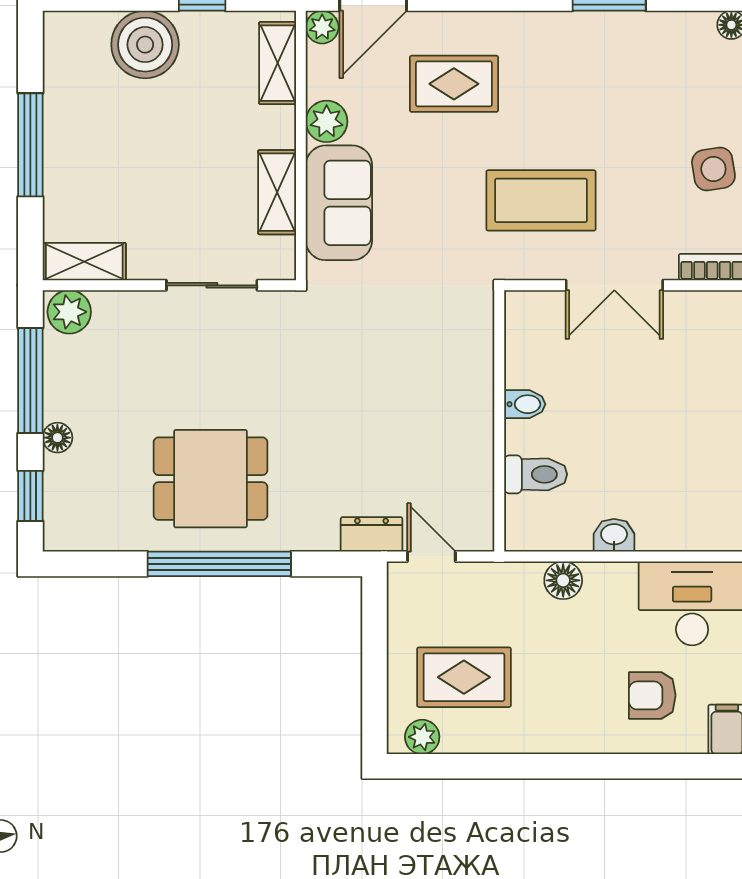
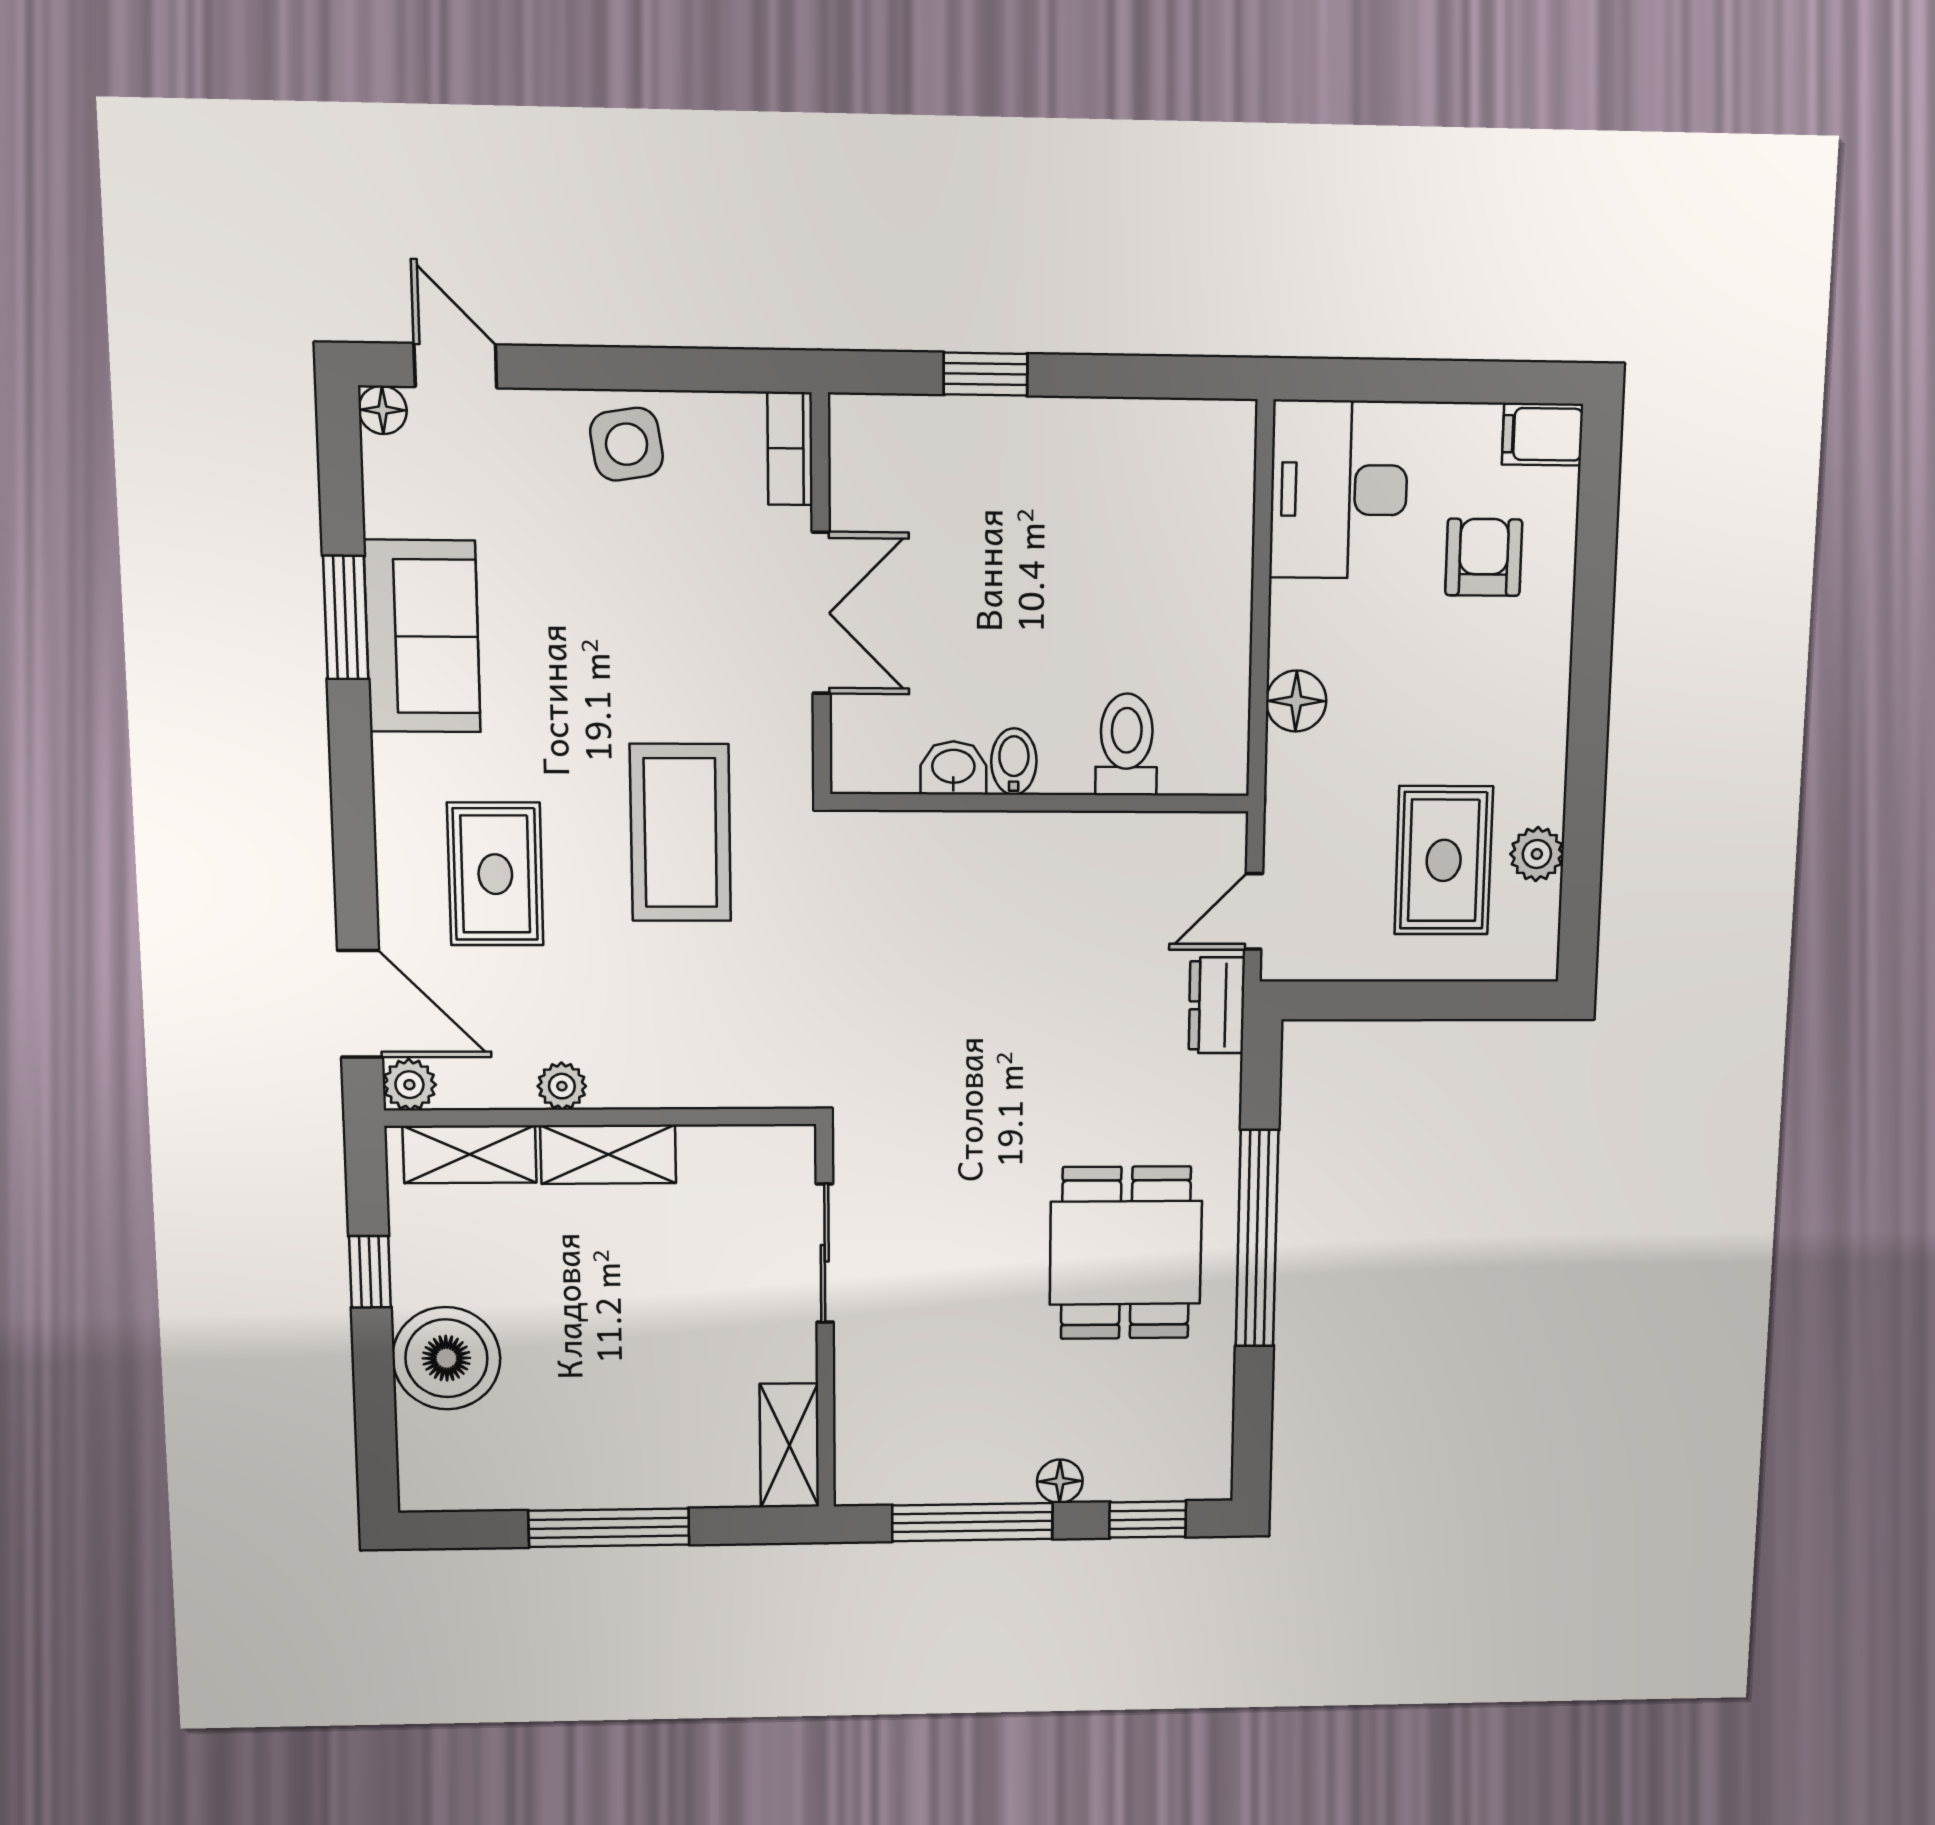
plant: (327, 121) -> (562, 1086), width x0.73, depth x0.73
shelving: (277, 192) -> (608, 1154), moved
coffee table: (541, 200) -> (680, 833), moved
sofa: (339, 203) -> (422, 636), moved, turned 90
plant: (69, 312) -> (867, 1467), removed
washbasin: (614, 535) -> (953, 768), moved, turned 90
armchair: (652, 695) -> (1484, 557), turned 180
plant: (422, 737) -> (1537, 854), moved

